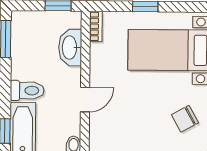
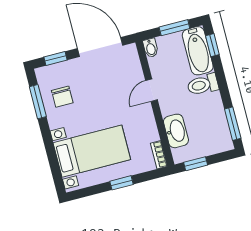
chair: (185, 119) -> (62, 97), turned 119

